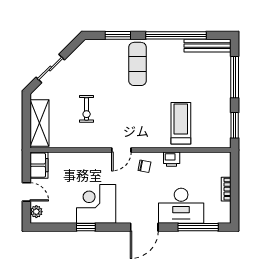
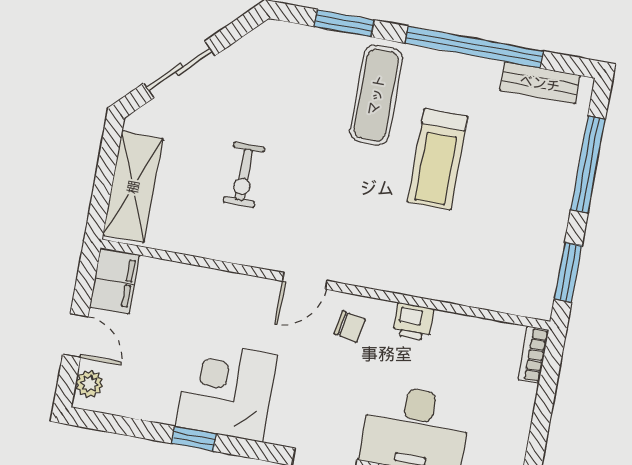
bench: (207, 46) -> (540, 83), width x0.73
treadmill: (181, 123) -> (438, 159), moved, turned 180
bookcase: (226, 189) -> (533, 355), moved

